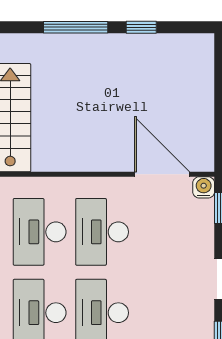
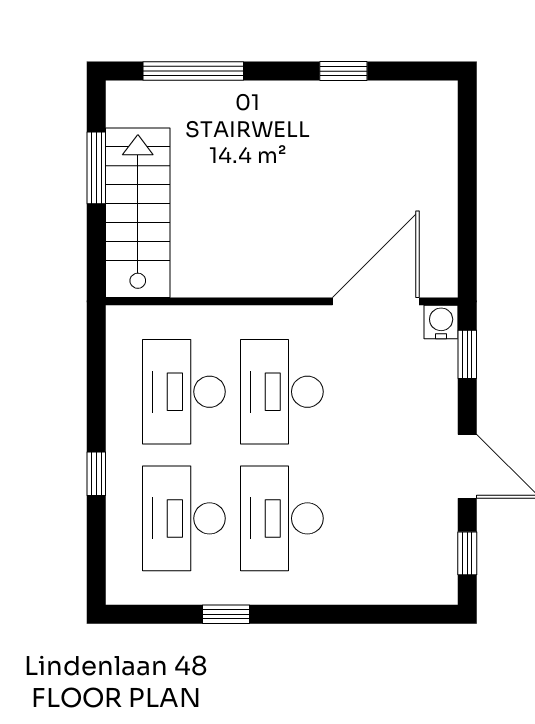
window: (76, 27) -> (193, 71), moved
door: (162, 174) -> (376, 301), hinge flipped

